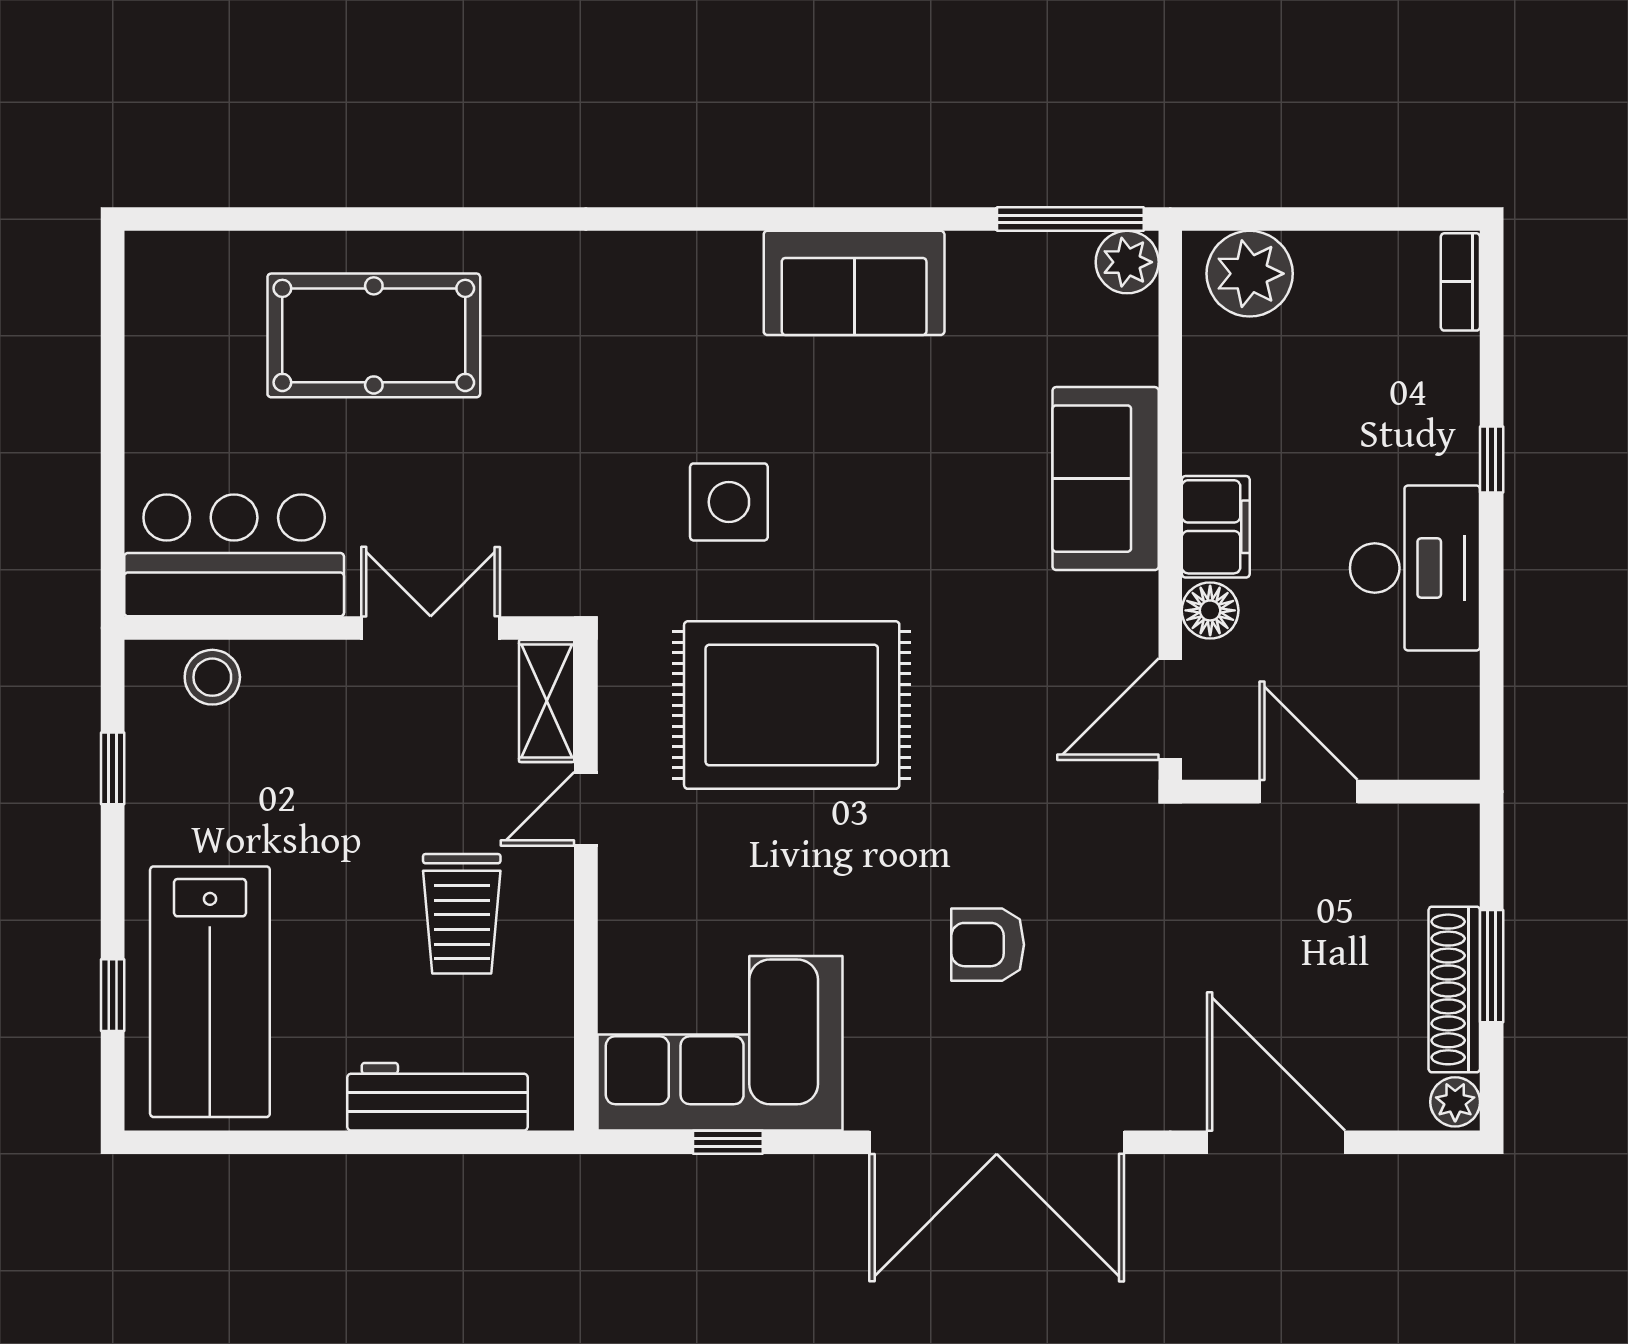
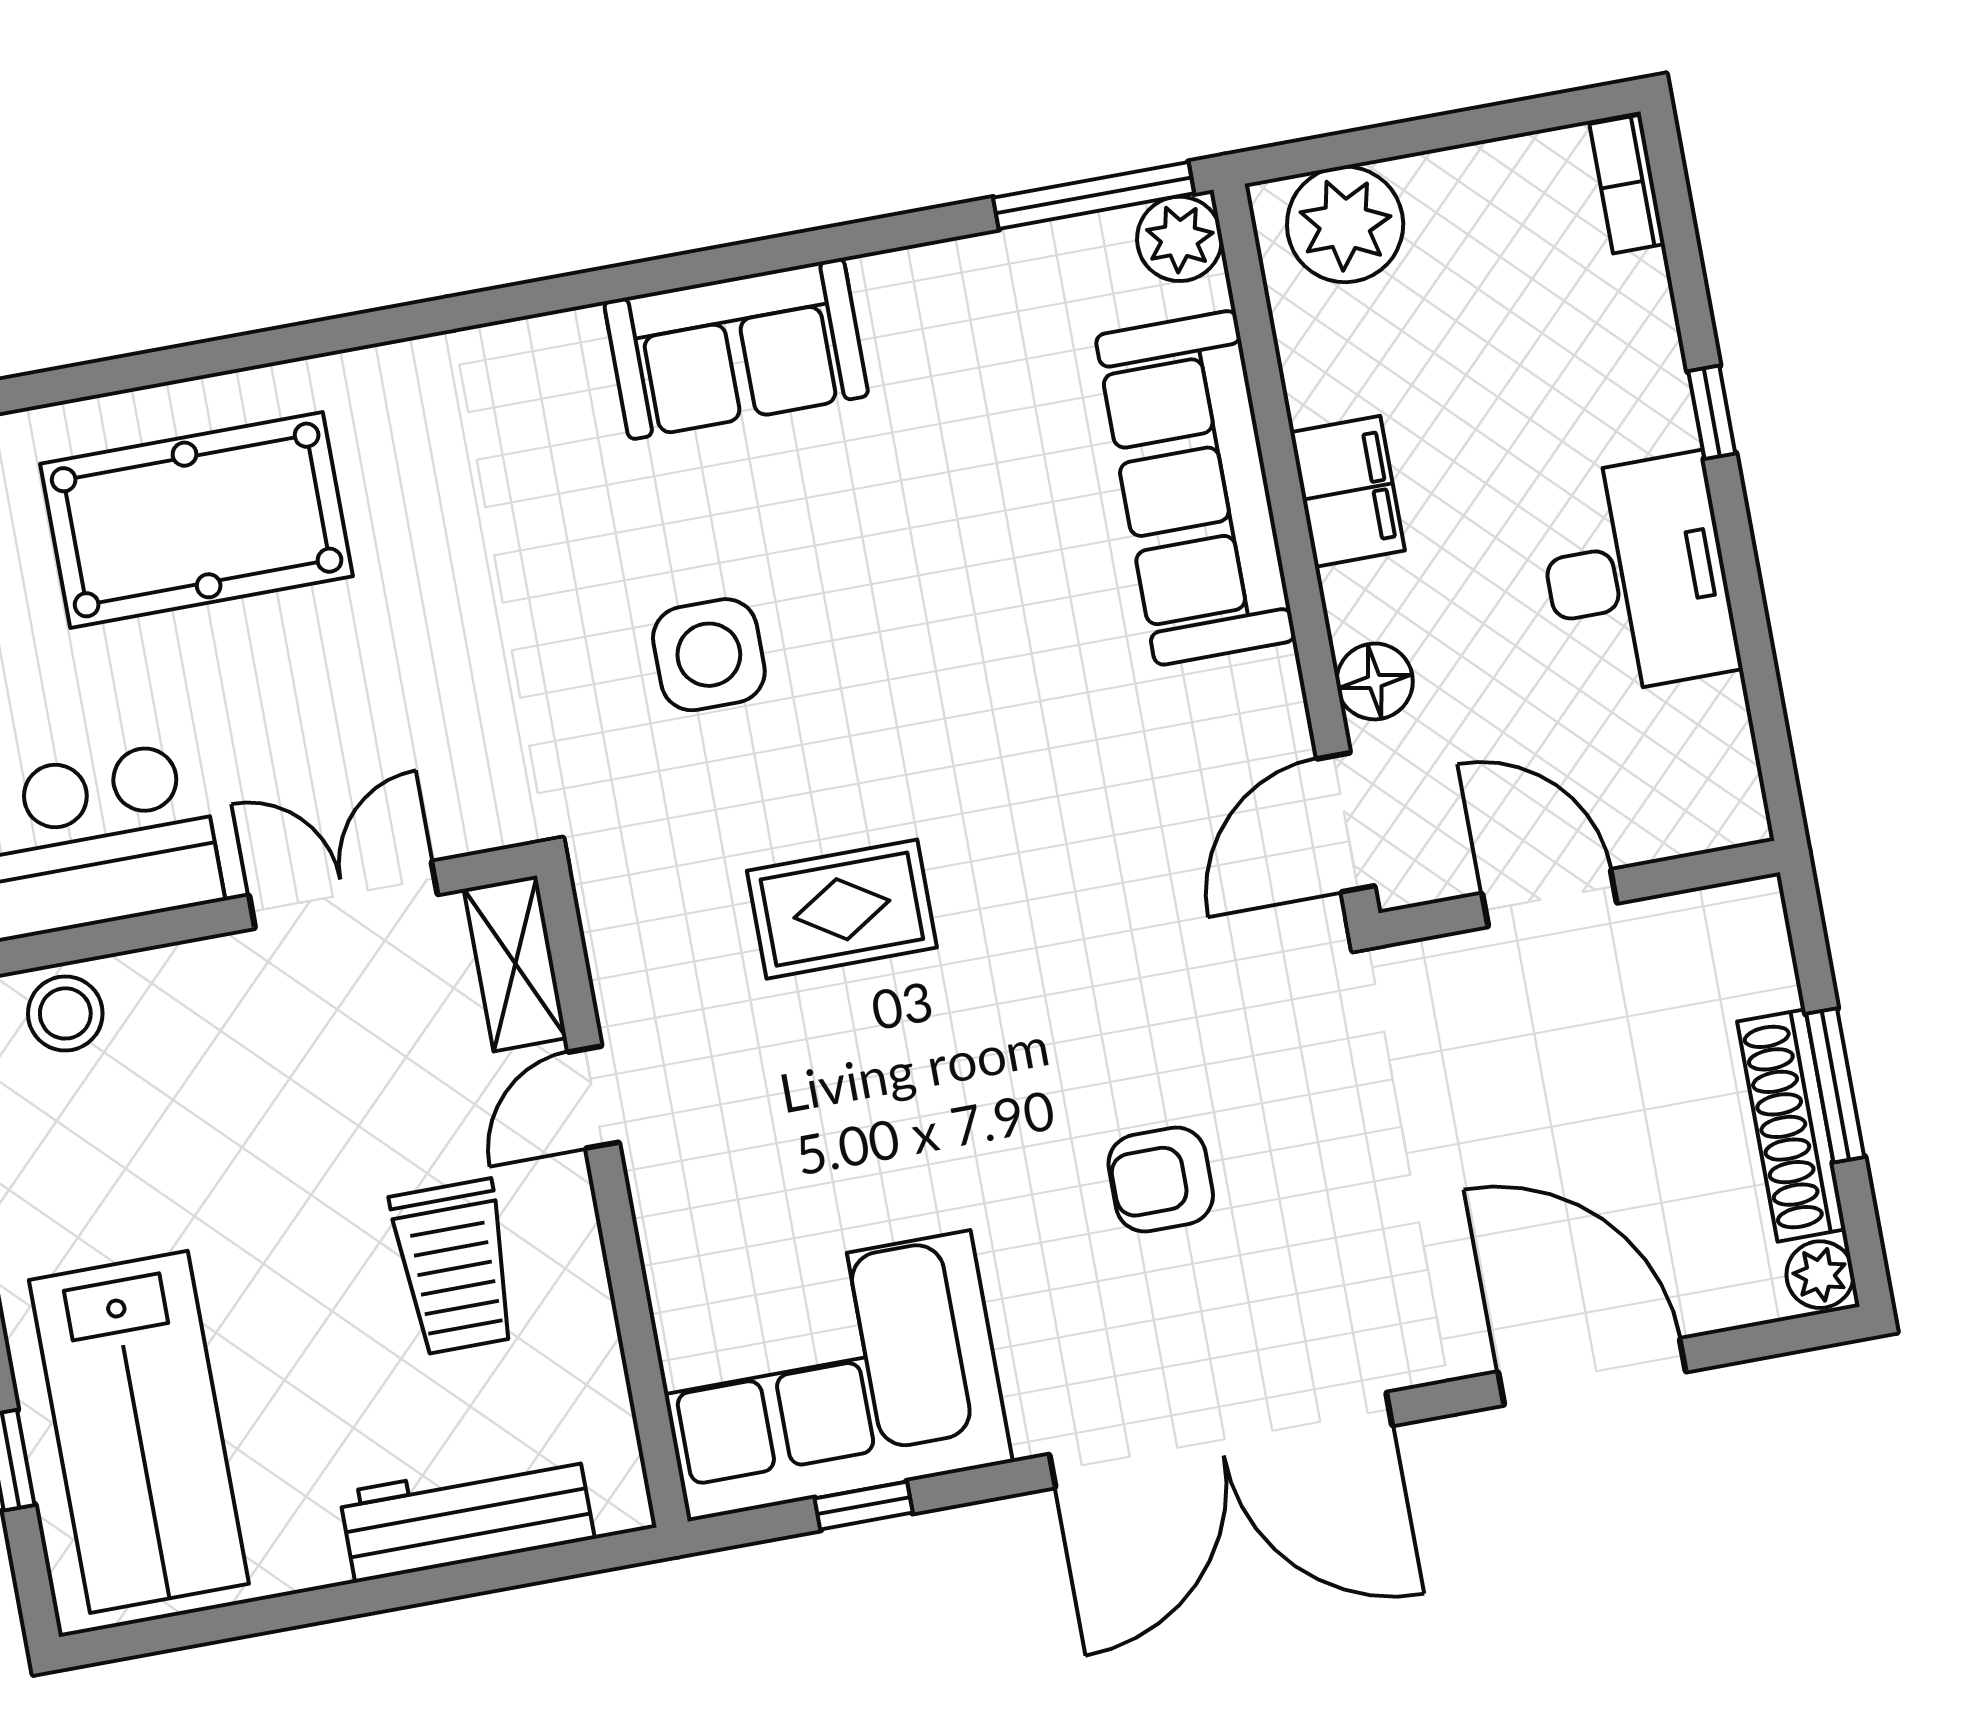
sofa: (854, 283) -> (736, 349), moved
sofa: (1106, 479) -> (1196, 488), width x1.36
filing cabinet: (1216, 527) -> (1348, 491), moved
rug: (792, 705) -> (842, 909), width x0.54, depth x0.49

